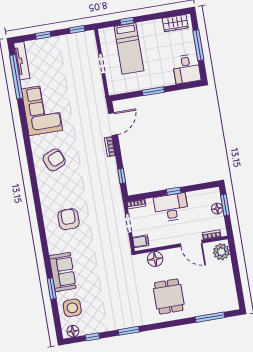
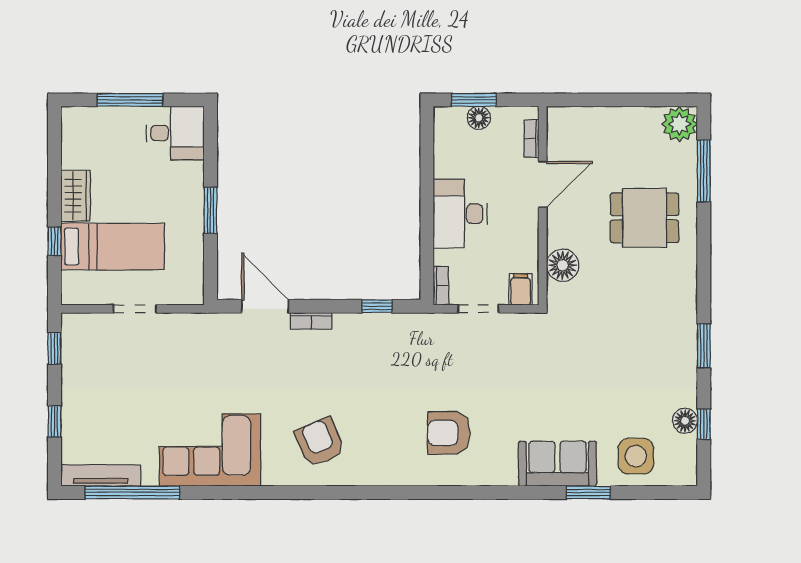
wardrobe: (175, 23) -> (76, 196), moved
window: (174, 191) -> (427, 203), removed
plant: (221, 252) -> (680, 124), moved
dining table: (169, 297) -> (645, 218), moved
floor lamp: (73, 331) -> (685, 421), moved

